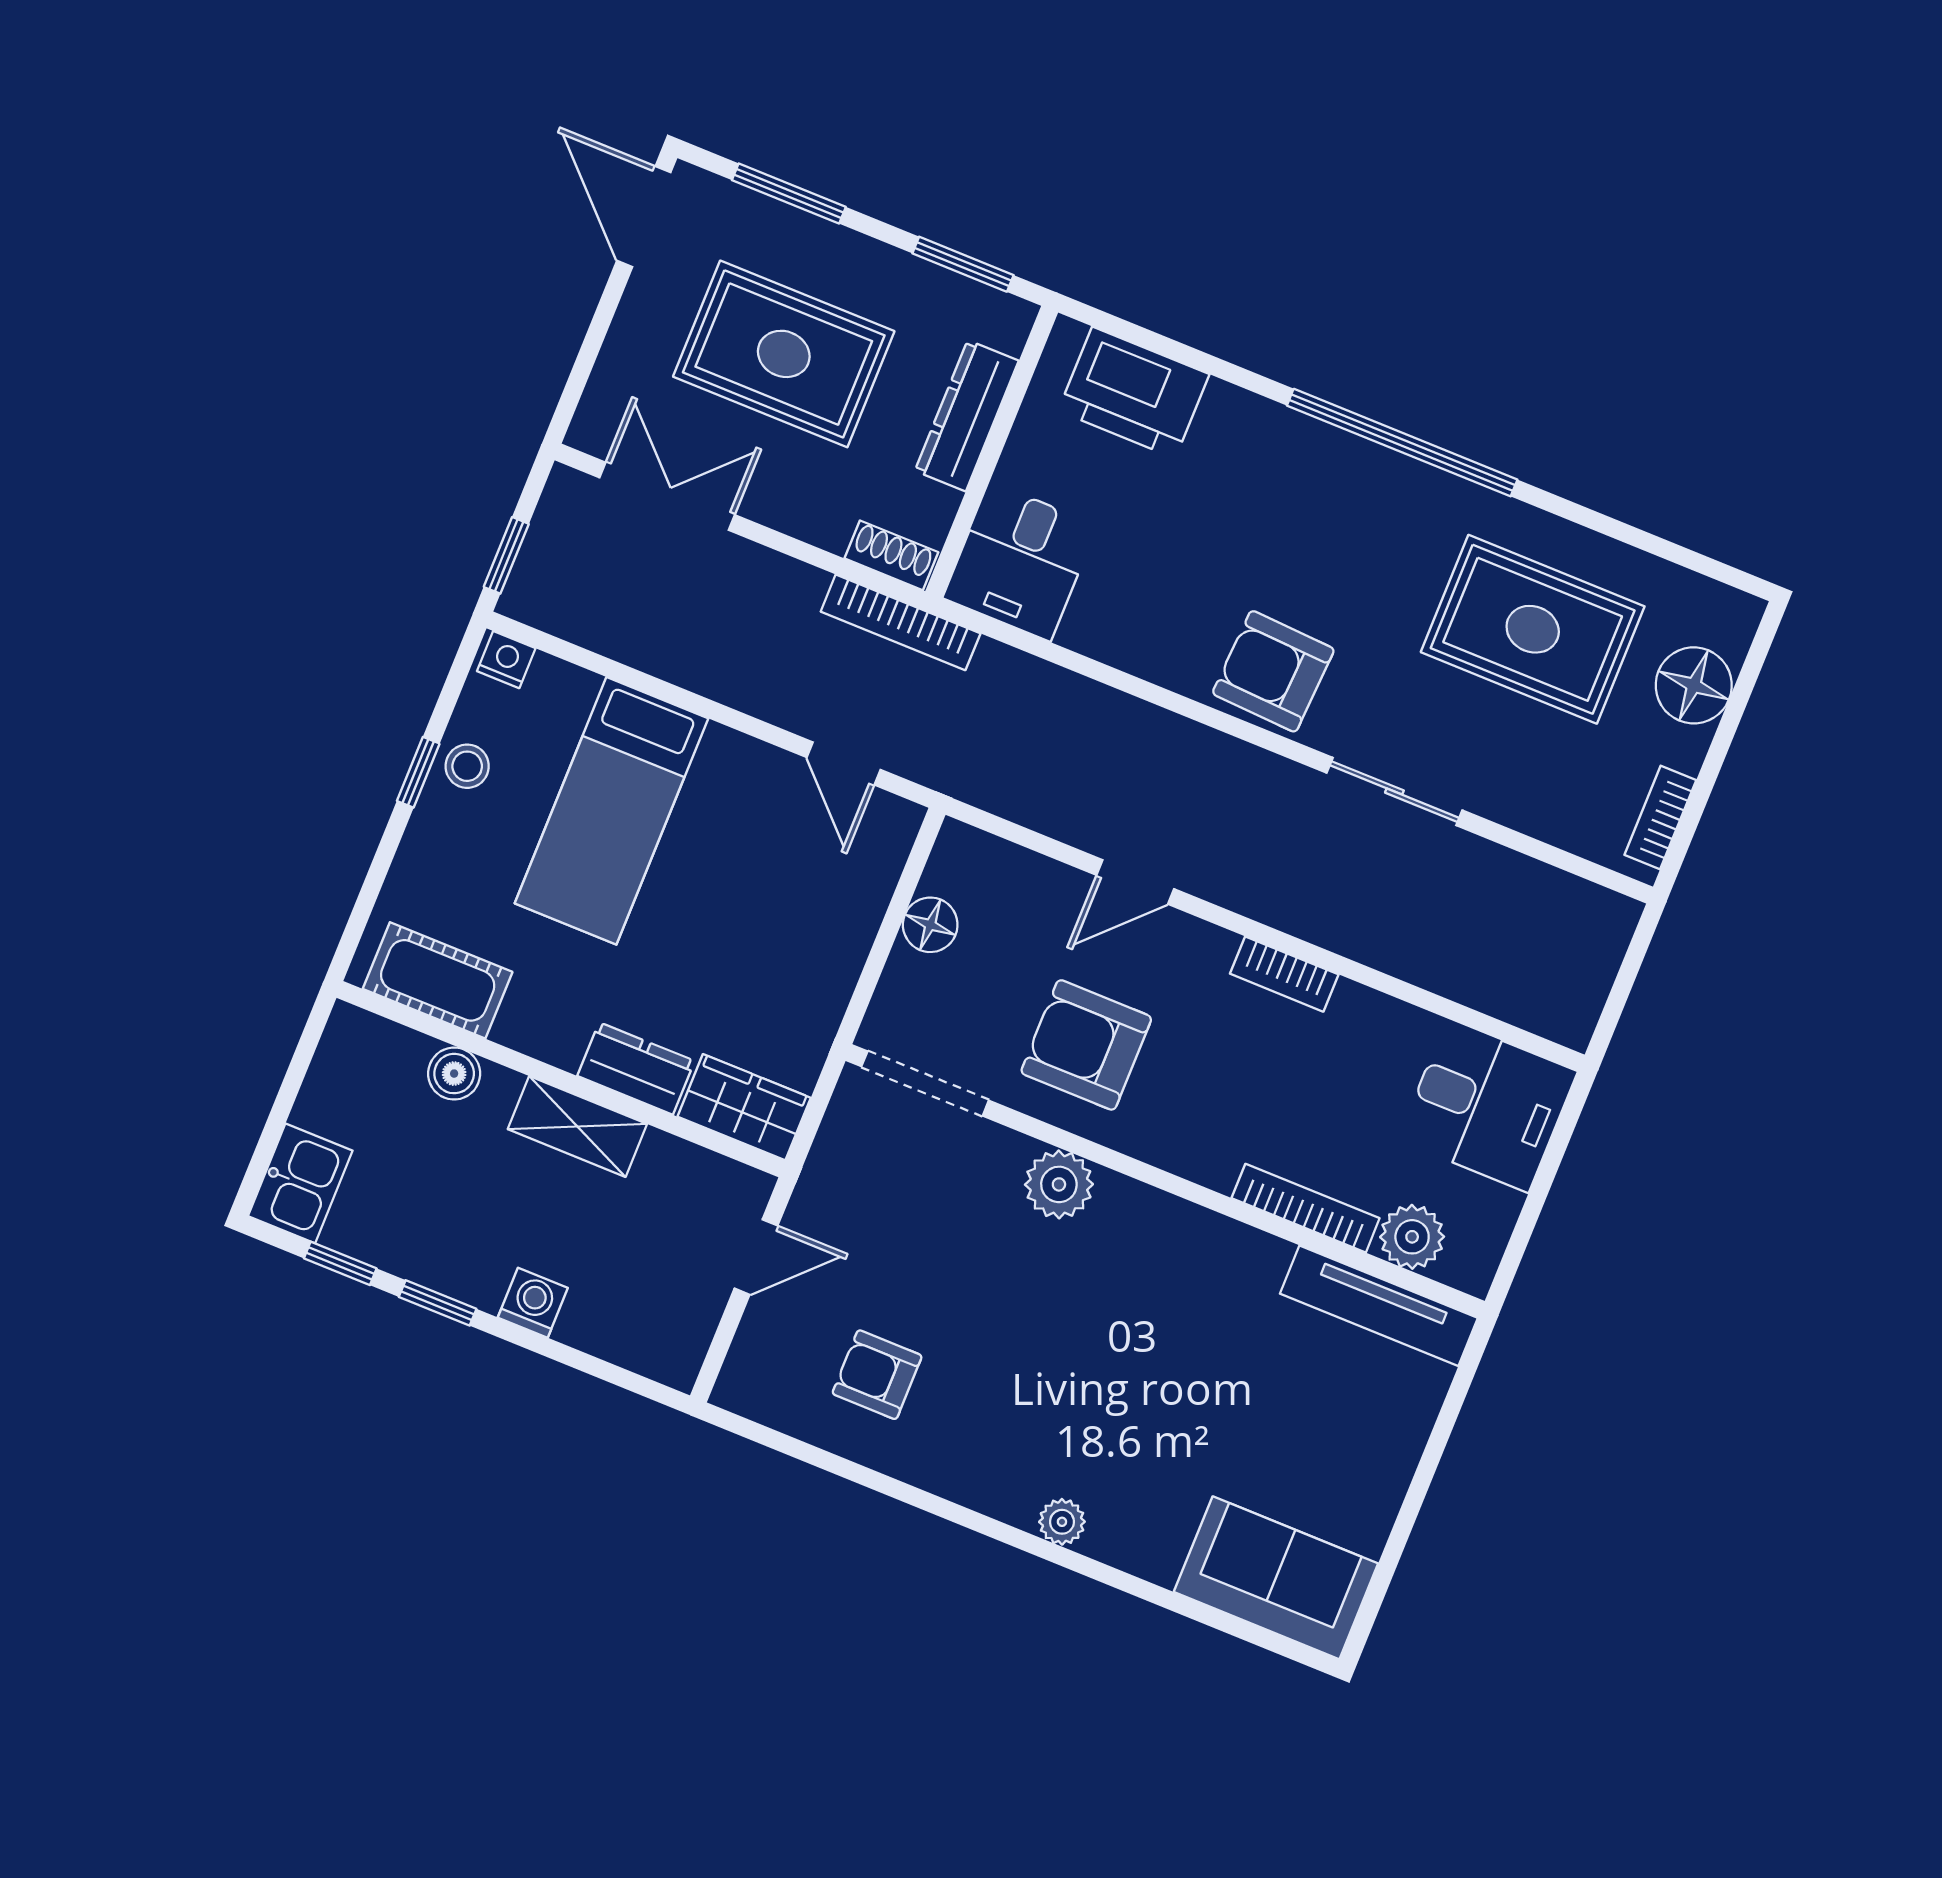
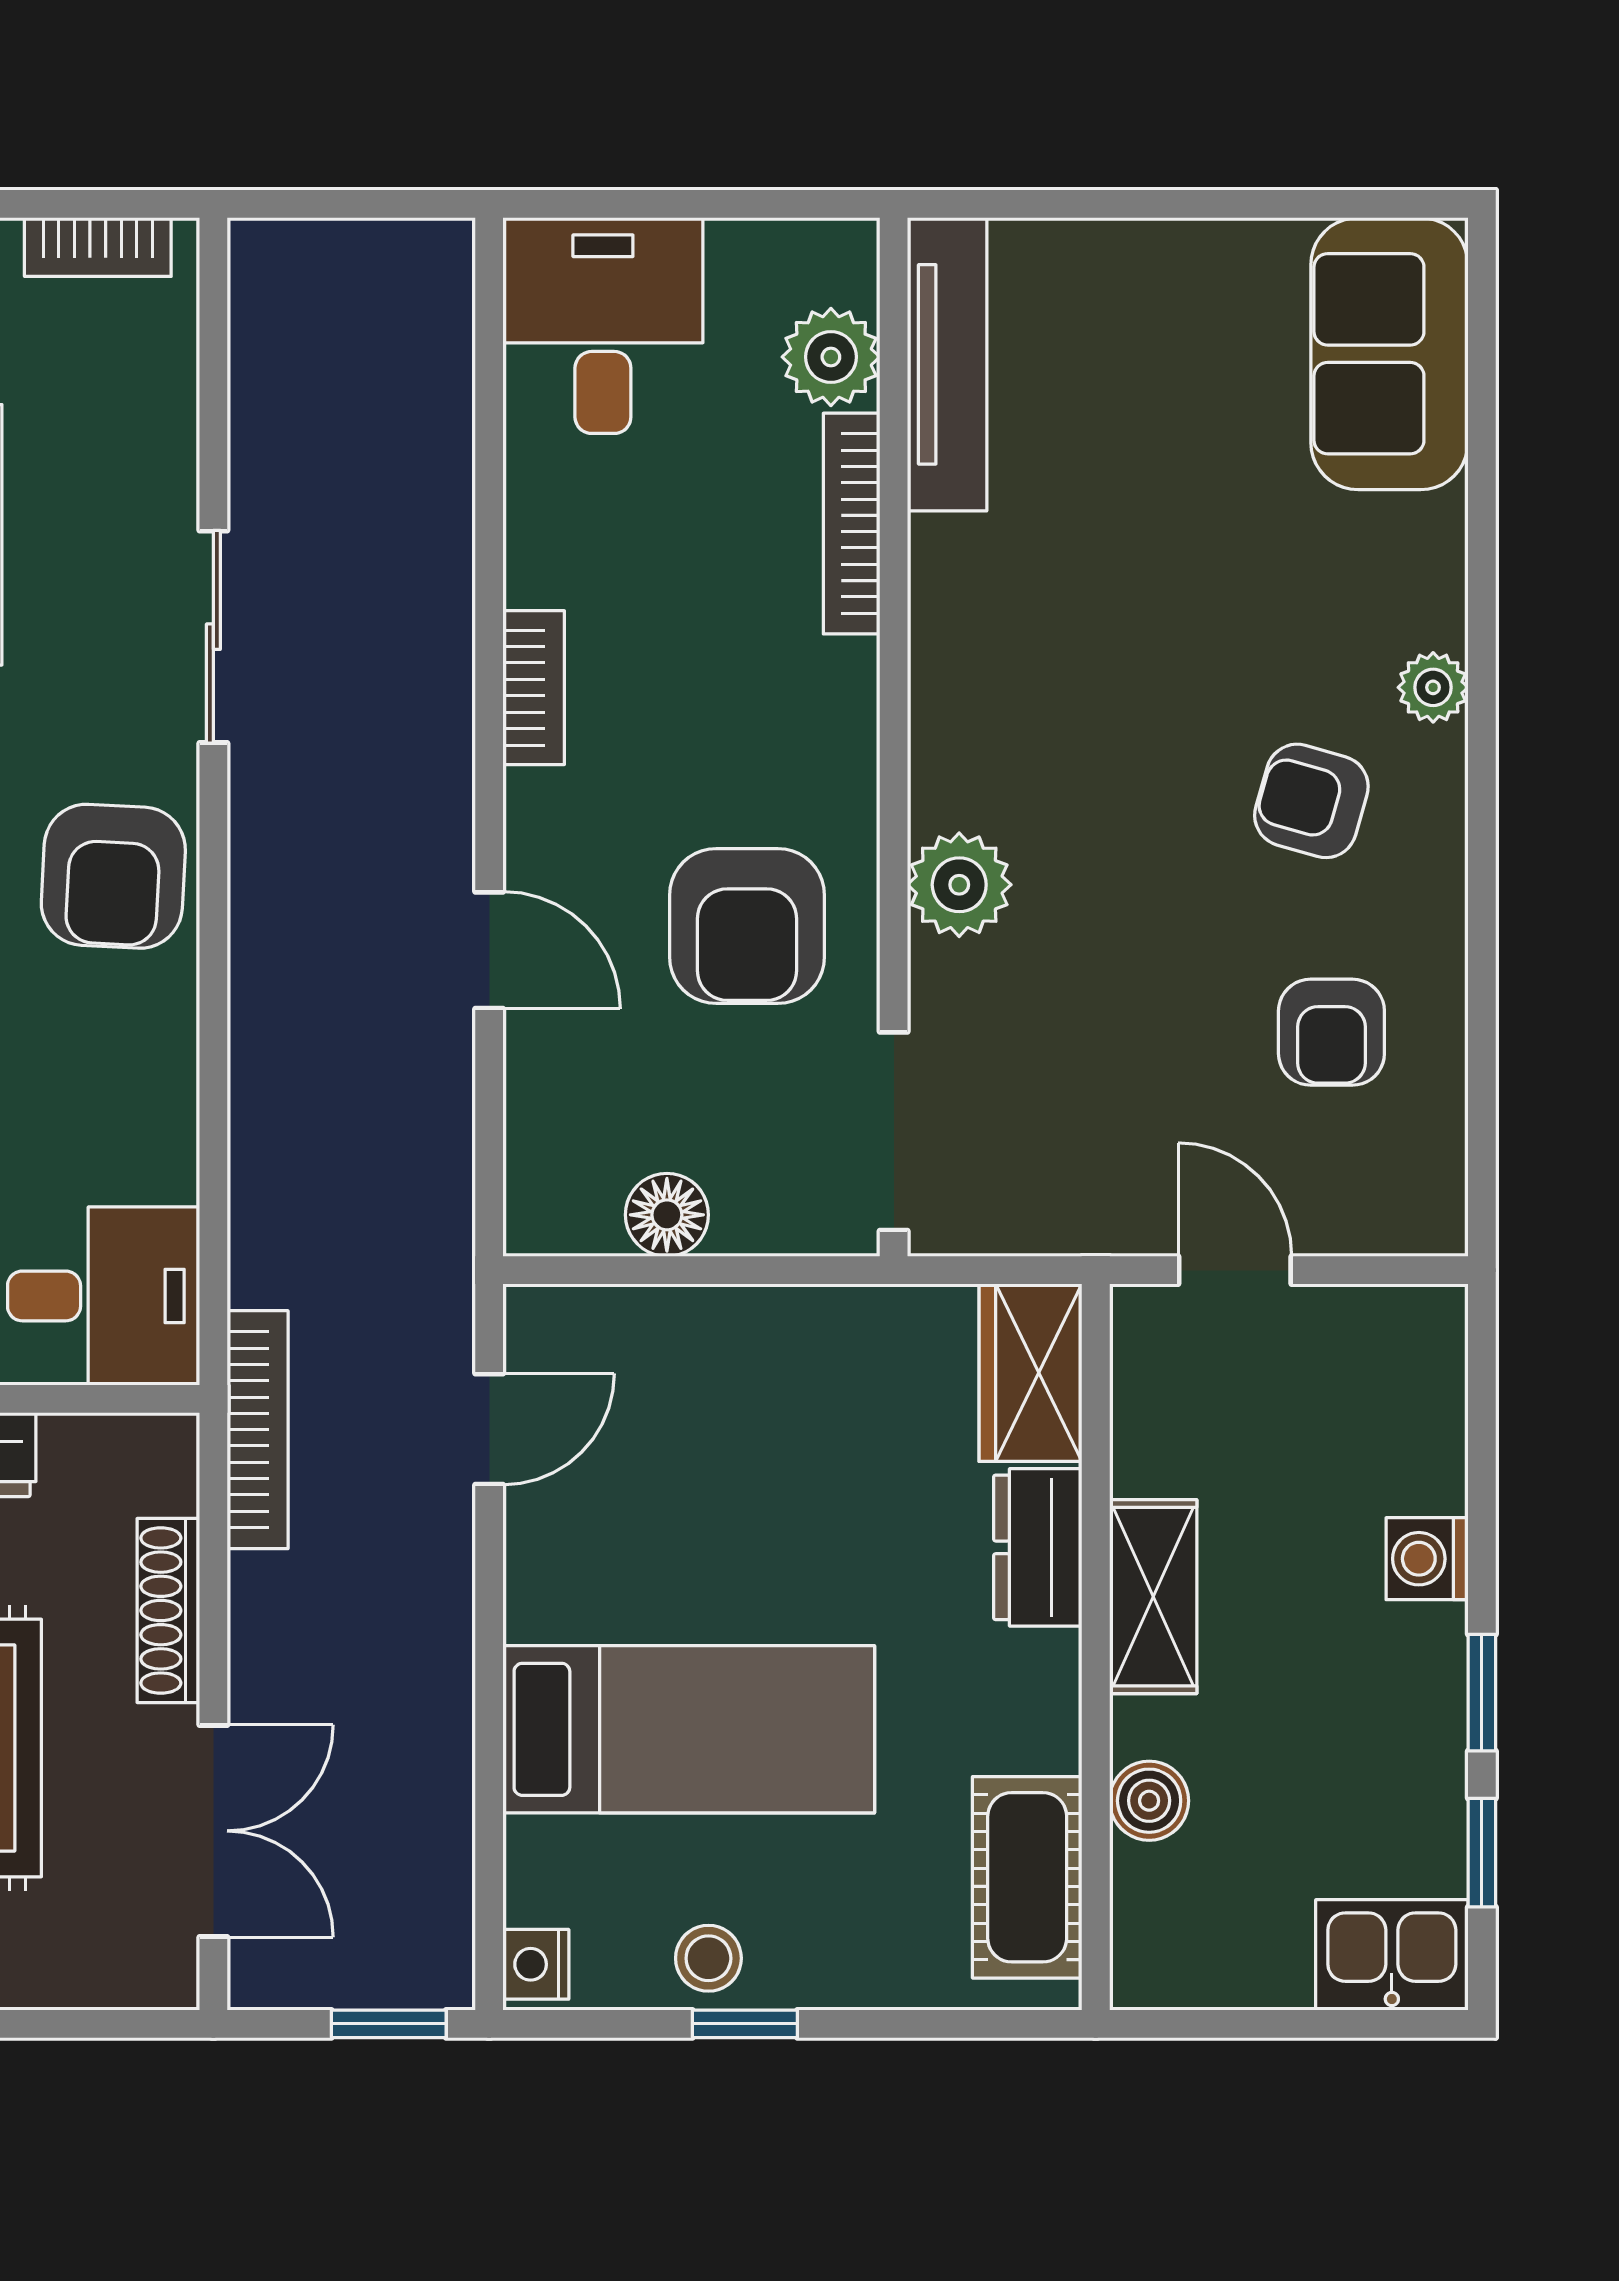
double door: (667, 496) -> (213, 1831), swing flipped
shoe rack: (891, 555) -> (168, 1610), moved, width x1.43
armchair: (1023, 1420) -> (1311, 801), added

